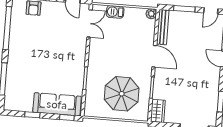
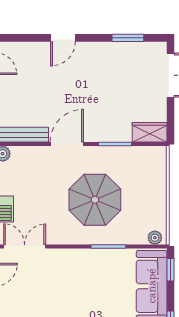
parasol: (122, 94) -> (95, 200), moved
plant: (89, 109) -> (155, 238), added

